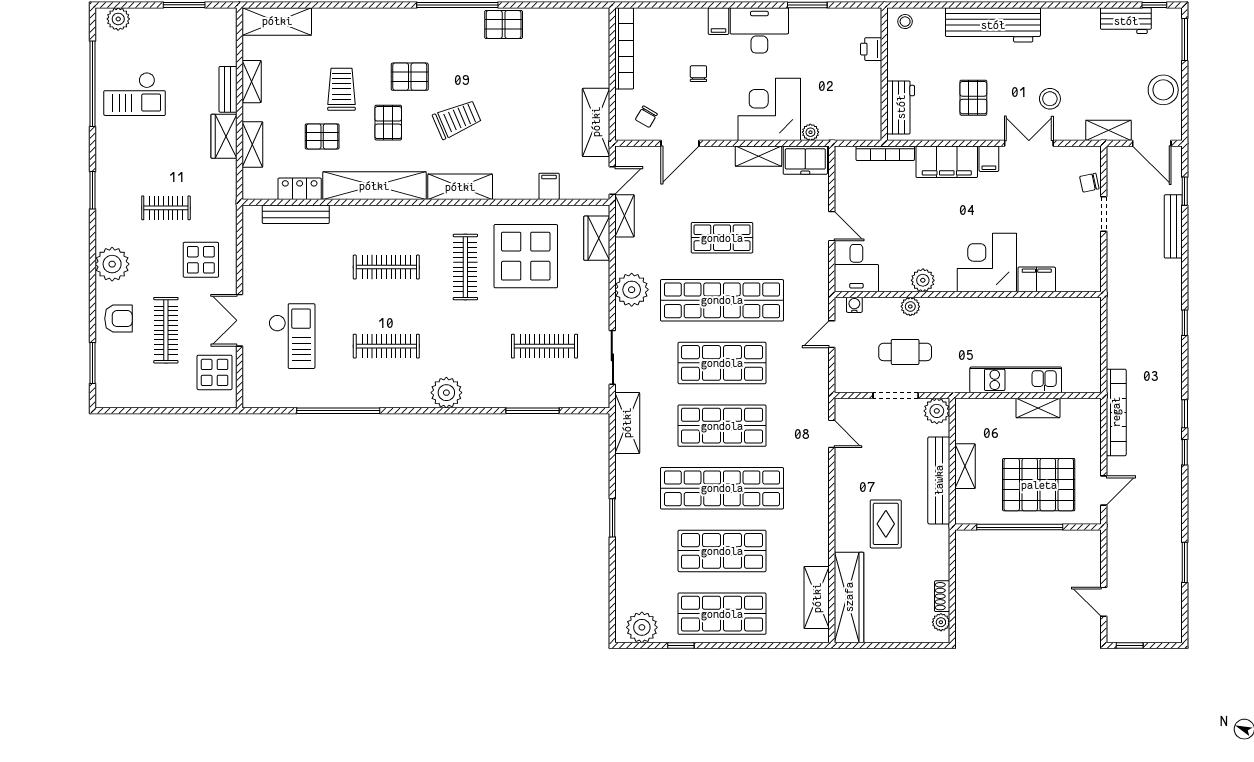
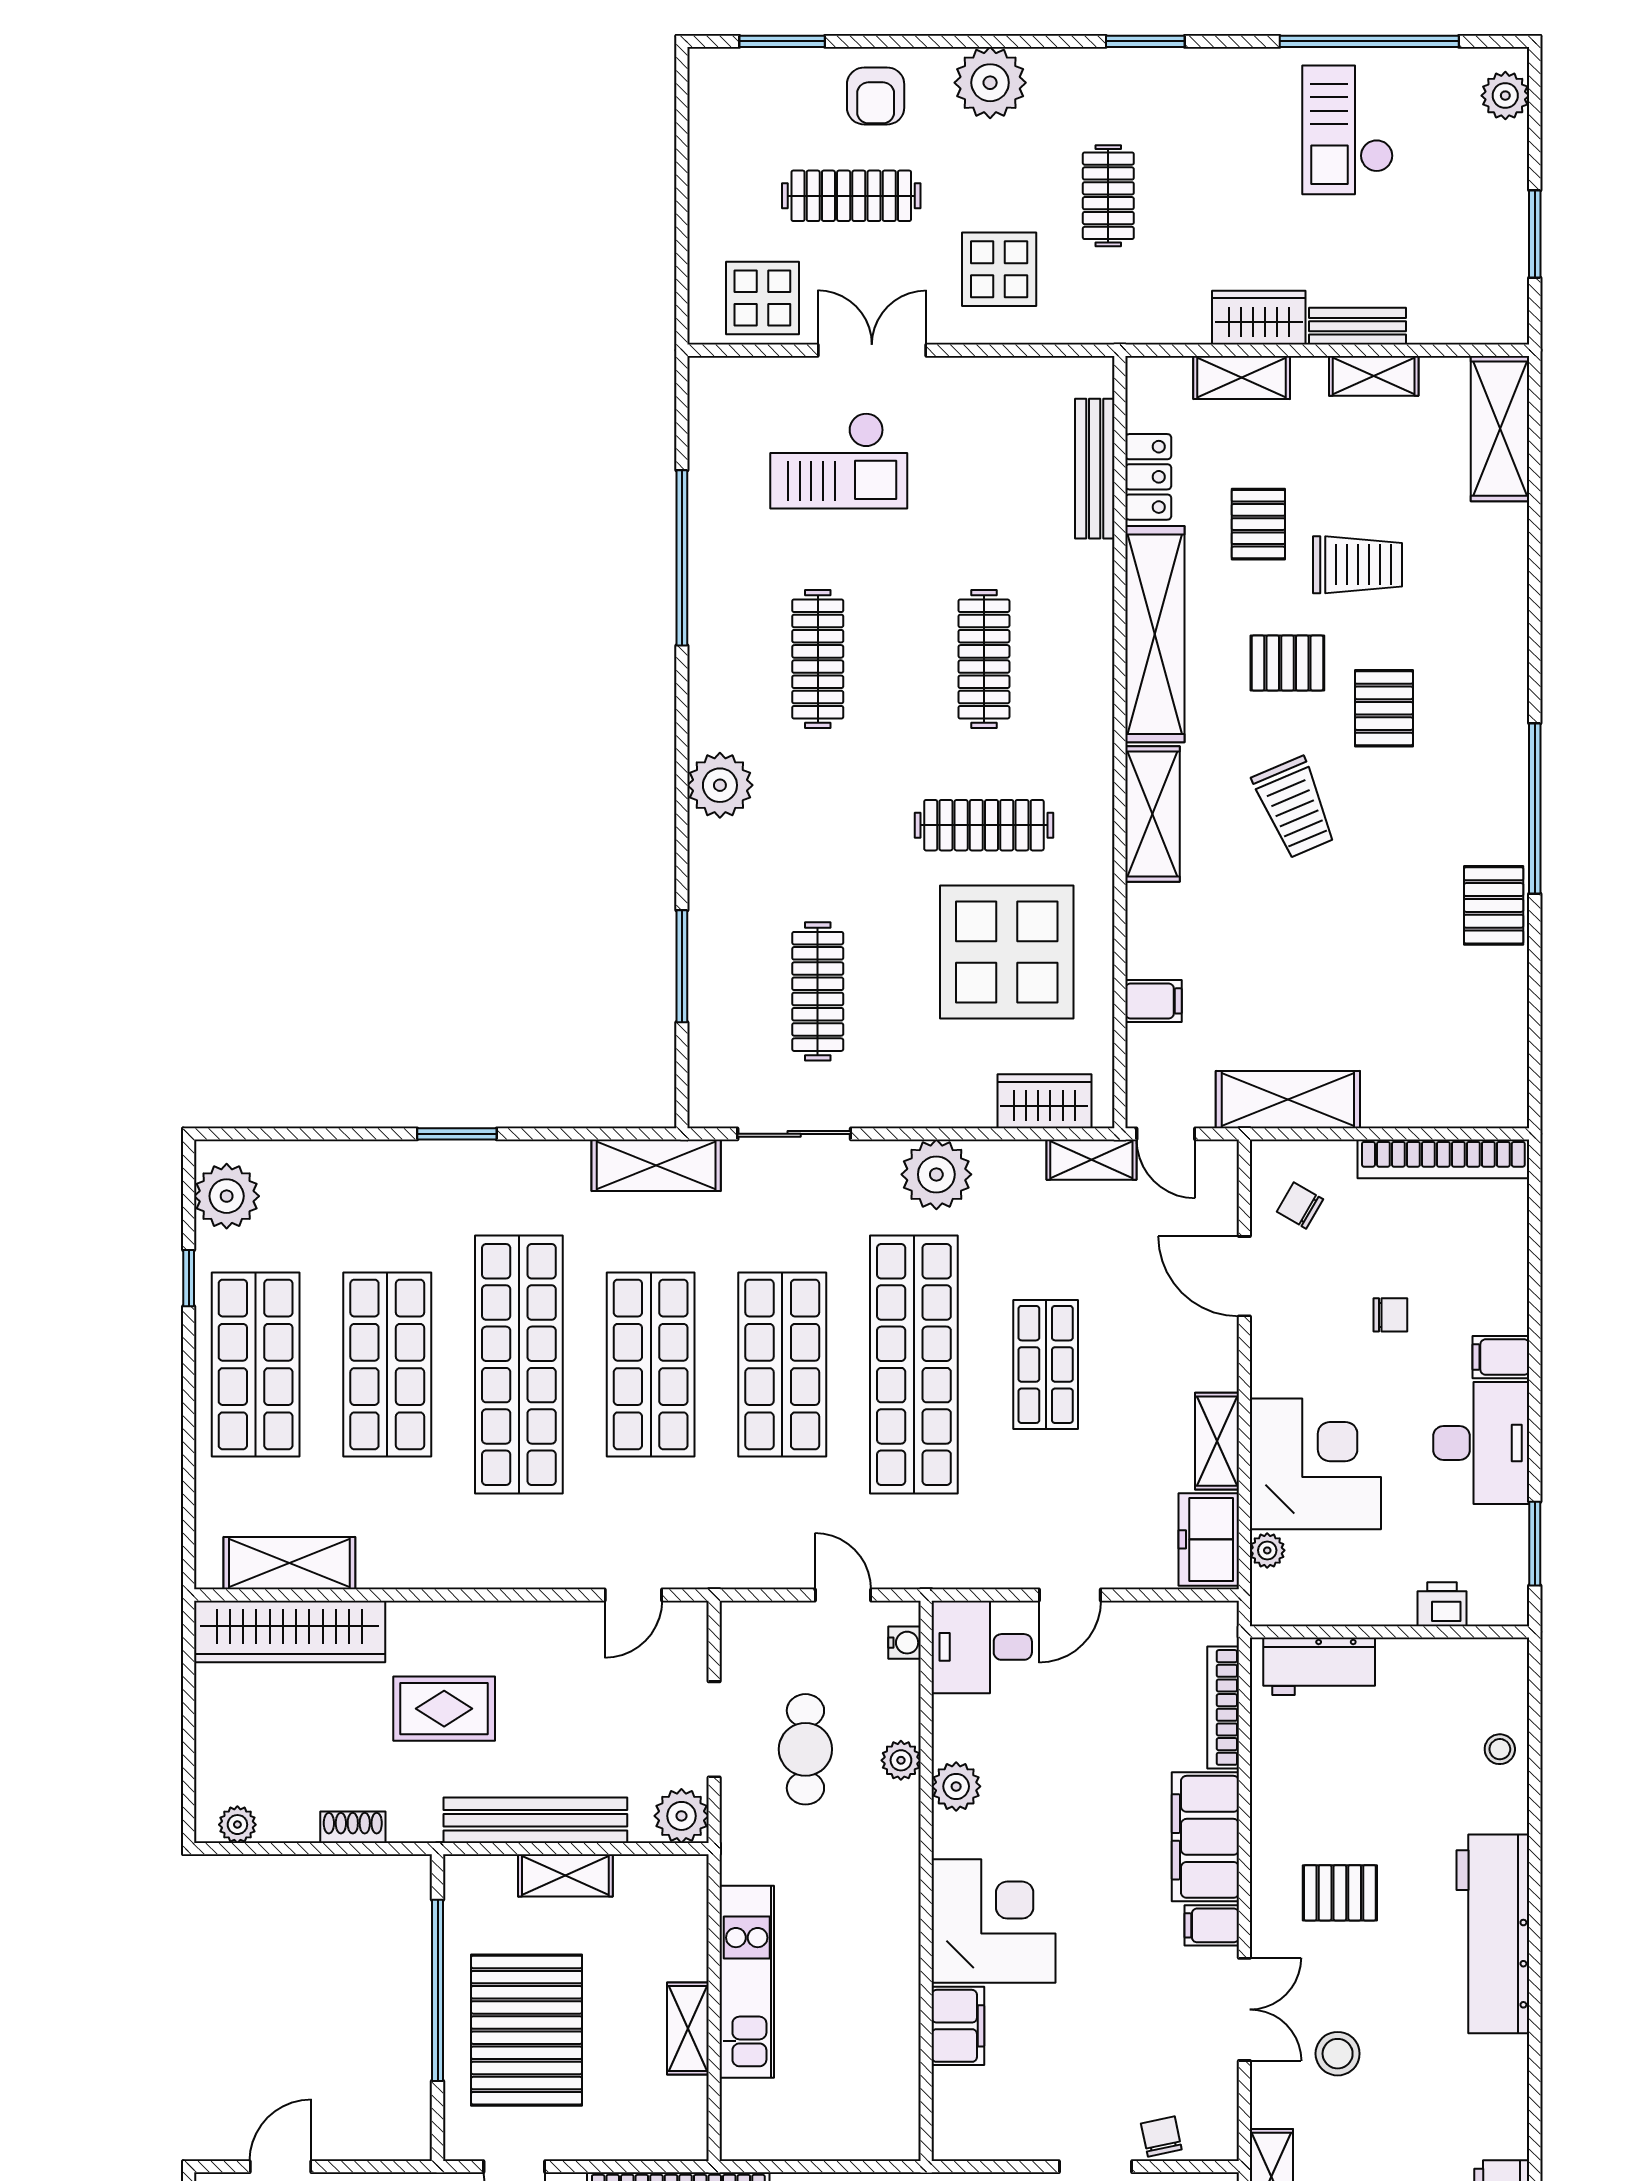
printer: (871, 49) -> (1442, 1604), moved
wall: (884, 74) -> (1390, 1632), moved
workbench: (901, 107) -> (1319, 1666), moved
shoe rack: (942, 596) -> (353, 1827), moved

